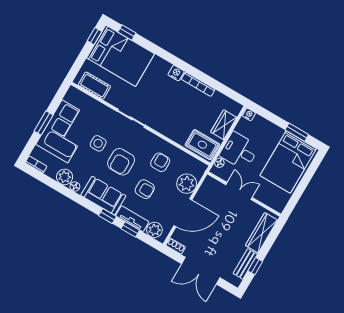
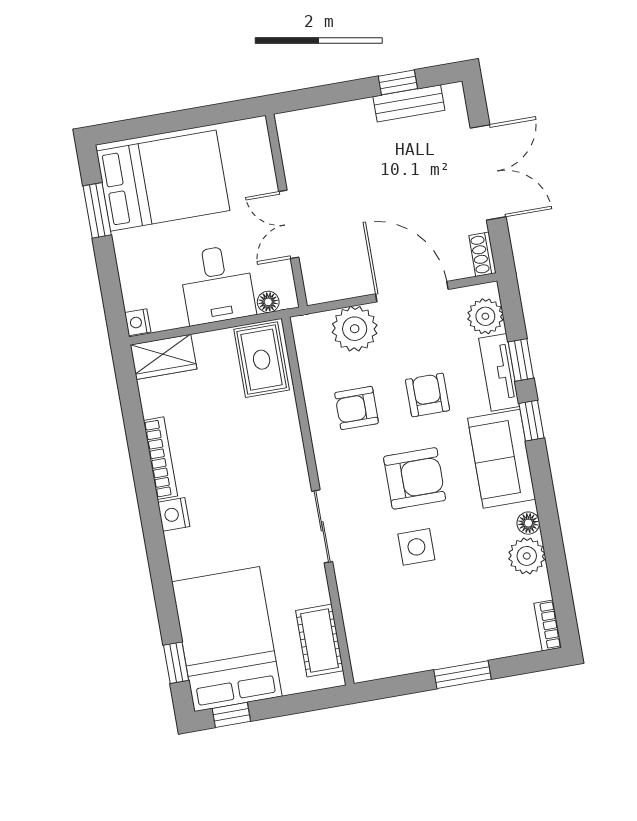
wardrobe: (224, 125) -> (164, 357), moved
corner sofa: (65, 131) -> (445, 624), removed
wardrobe: (261, 233) -> (329, 122), removed

